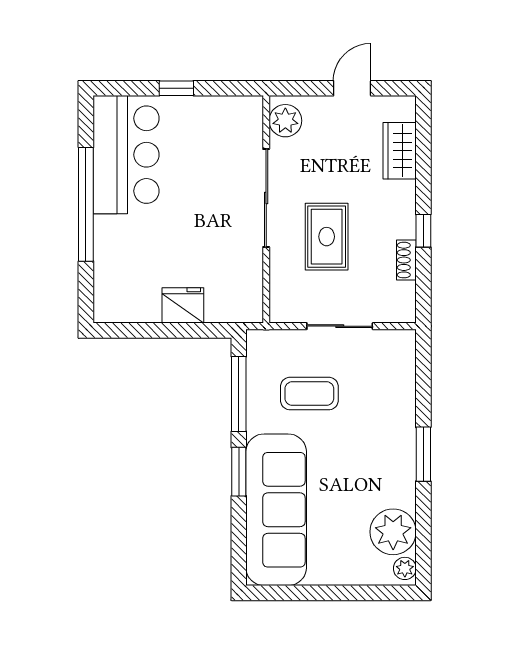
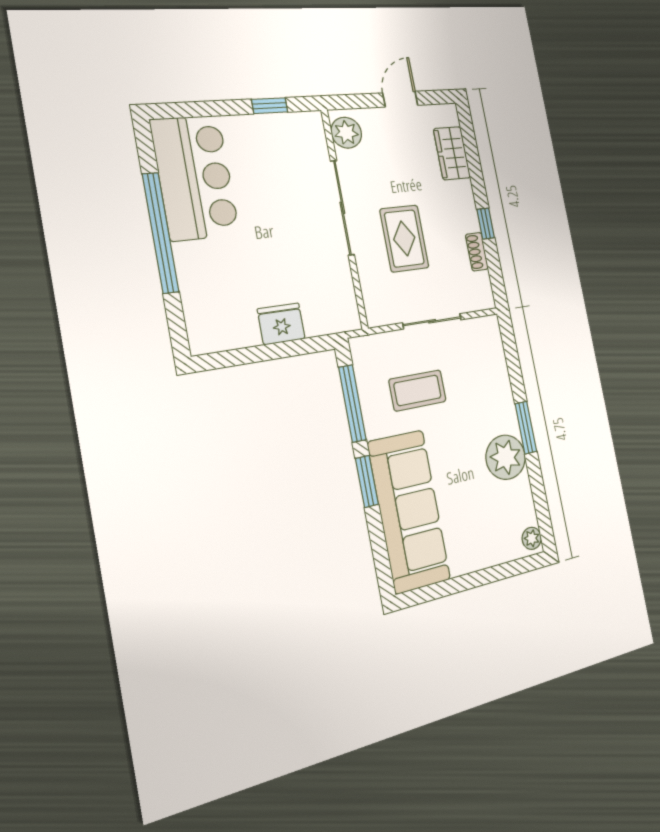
window: (176, 88) -> (270, 106), moved
plant: (393, 532) -> (506, 457), moved

